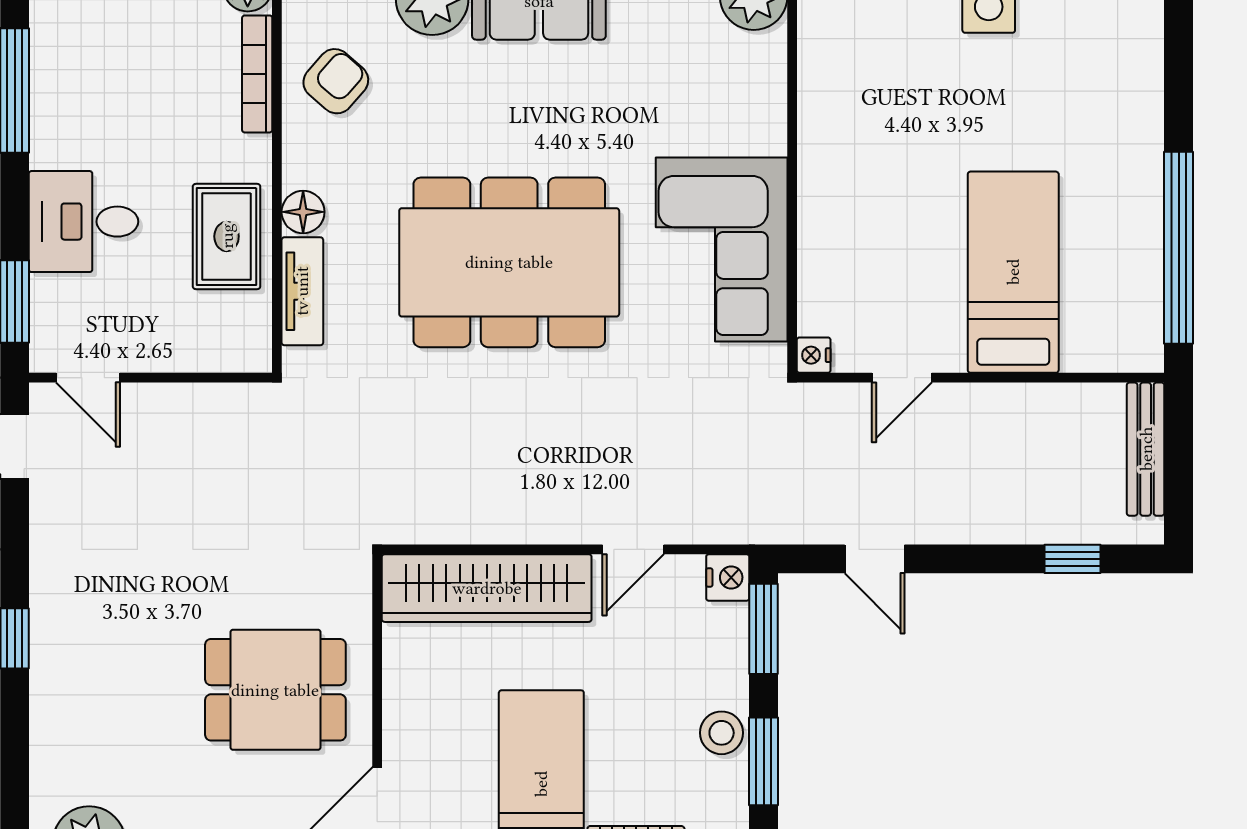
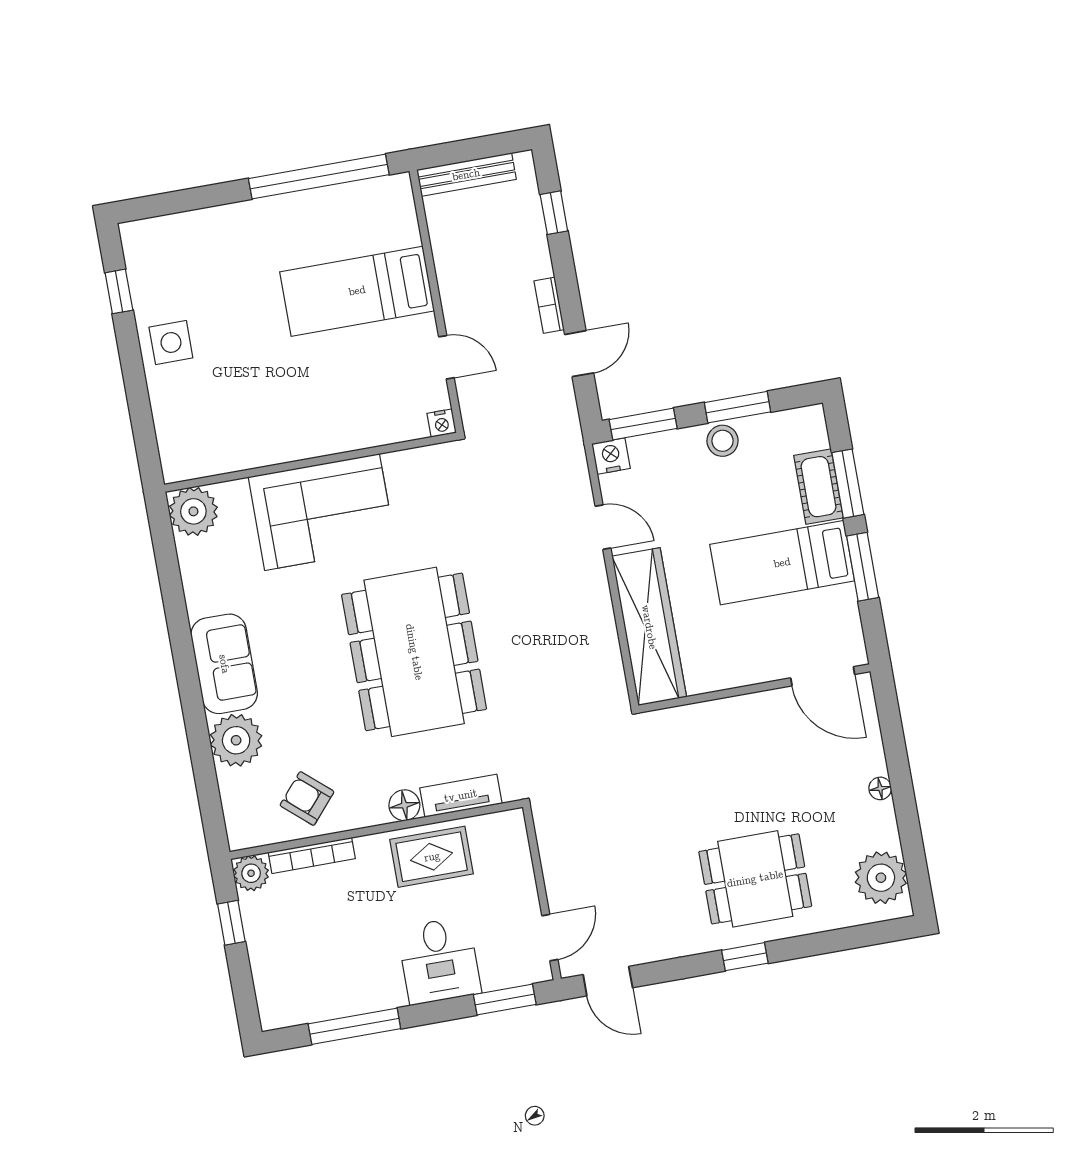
corner sofa: (722, 249) -> (322, 512), moved
bookcase: (948, 530) -> (549, 305), added
dining table: (275, 690) -> (755, 879), moved, turned 90

